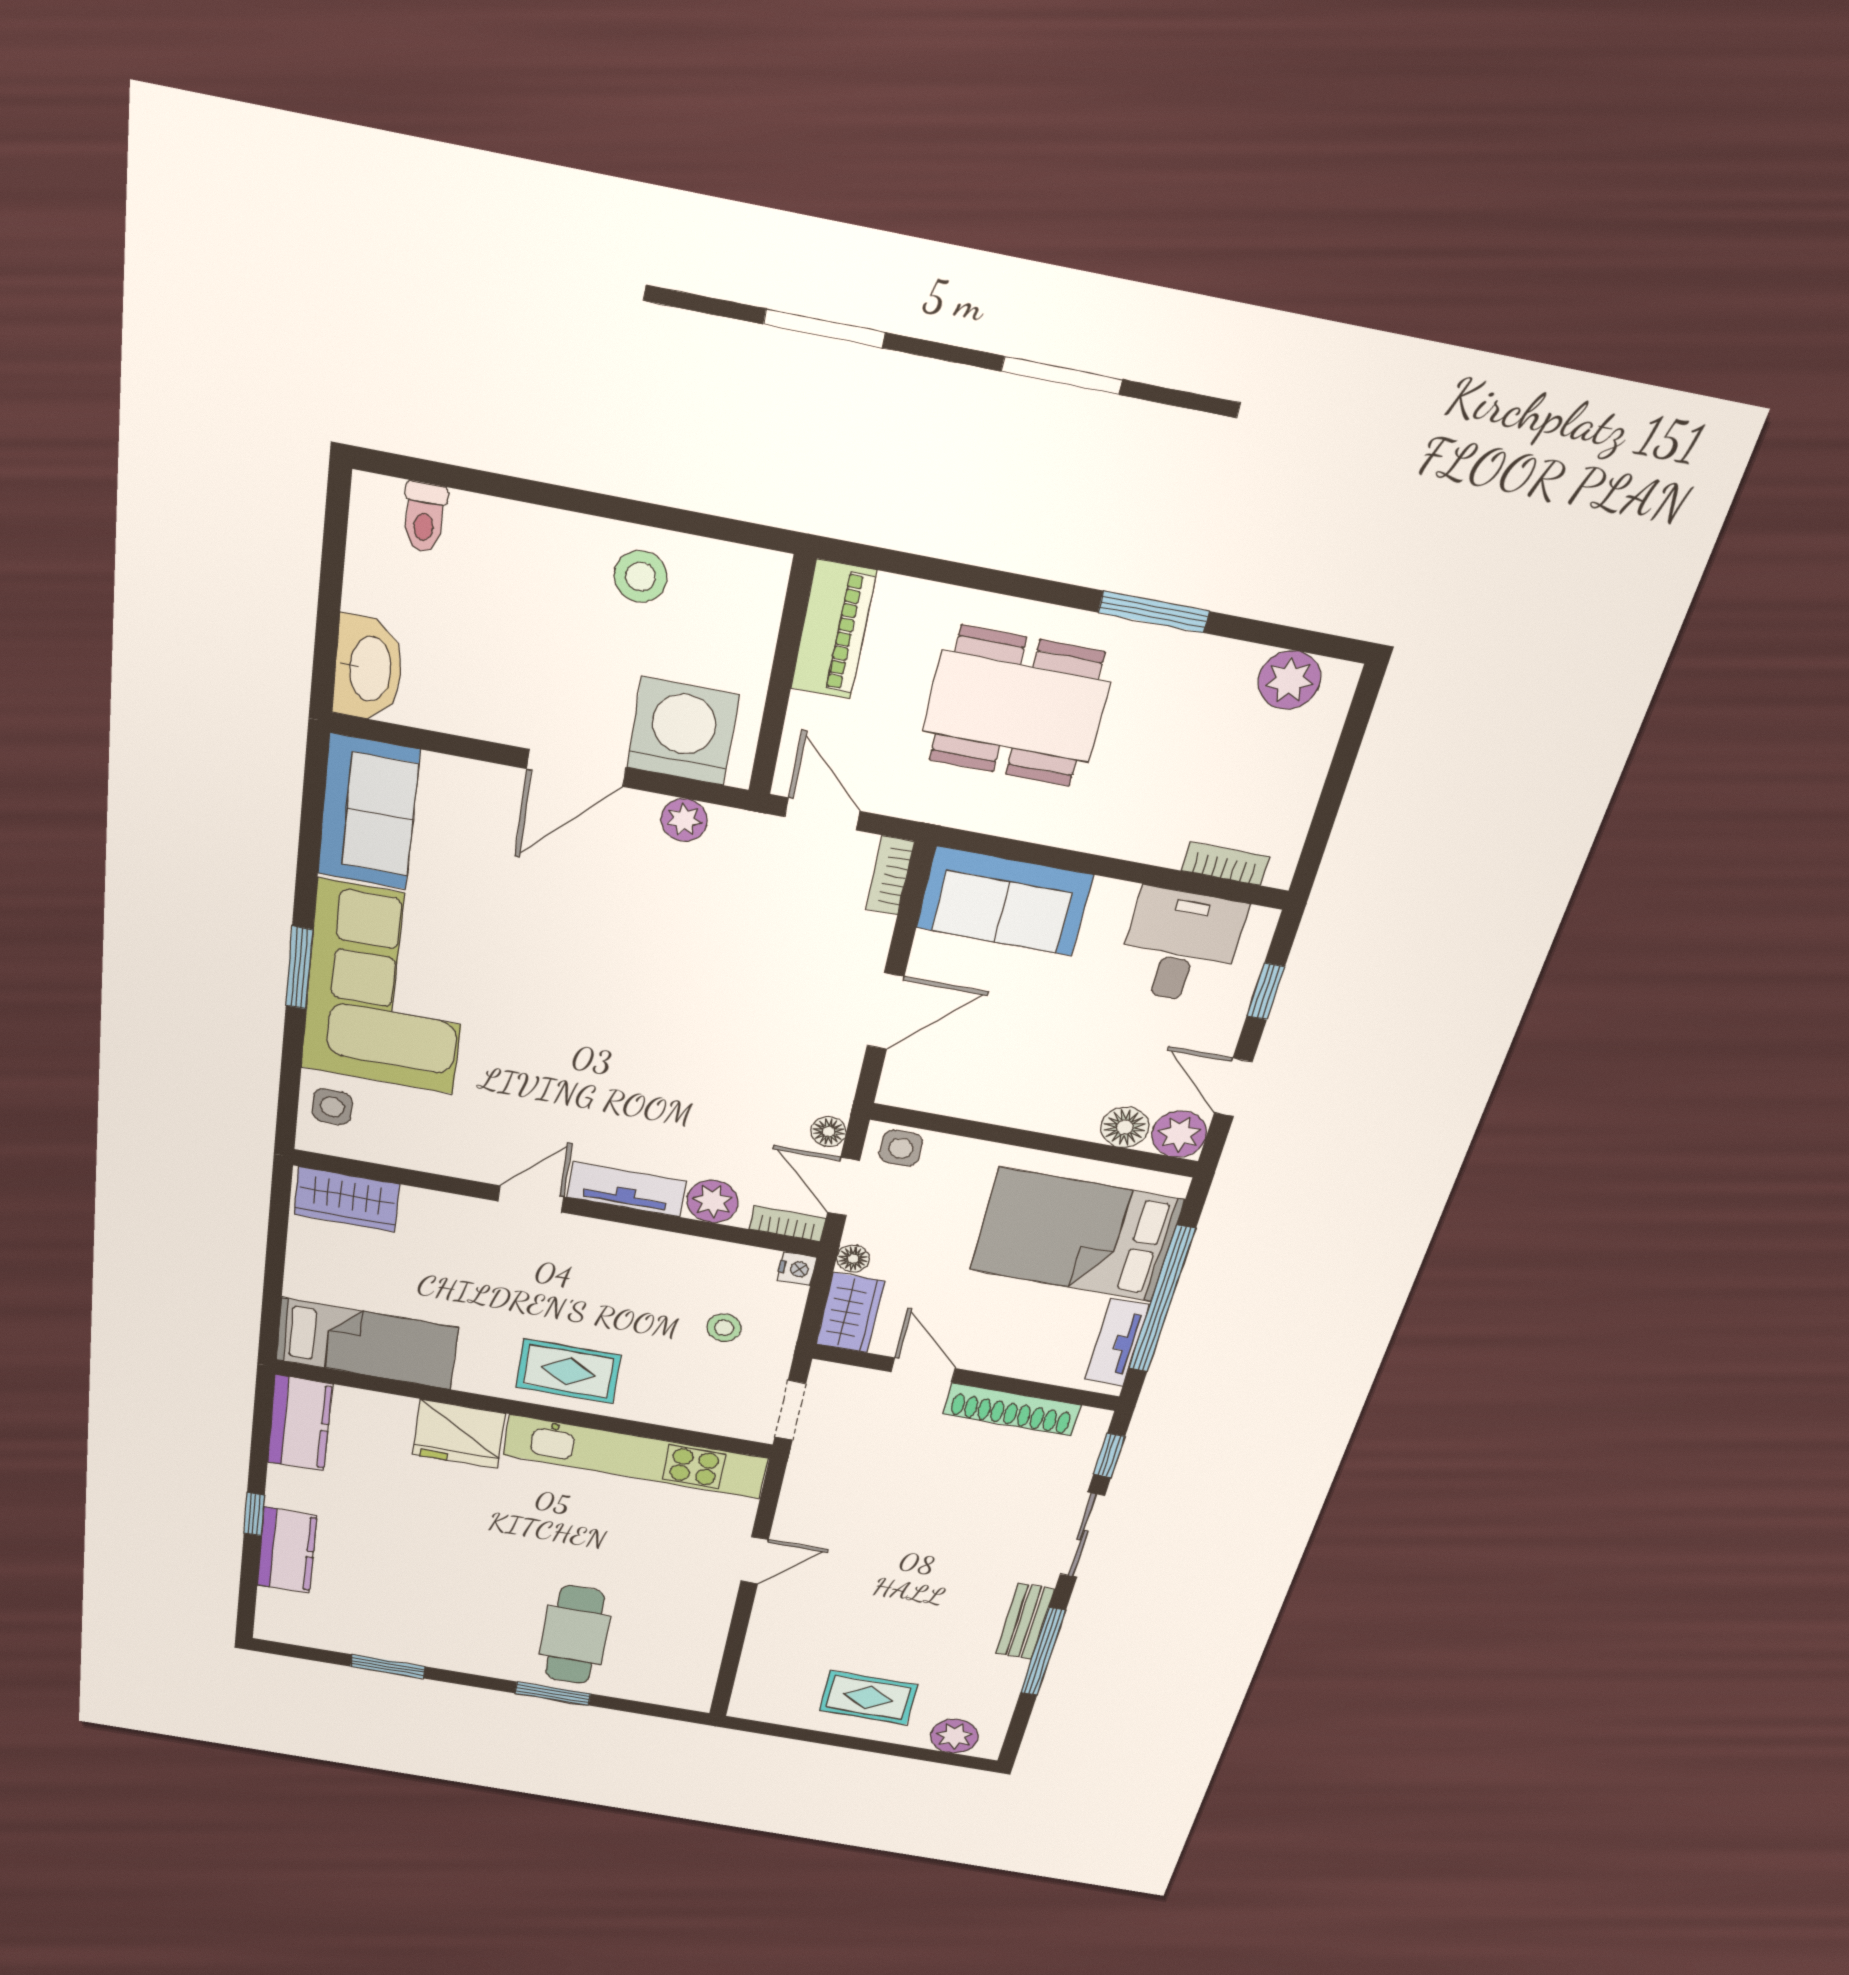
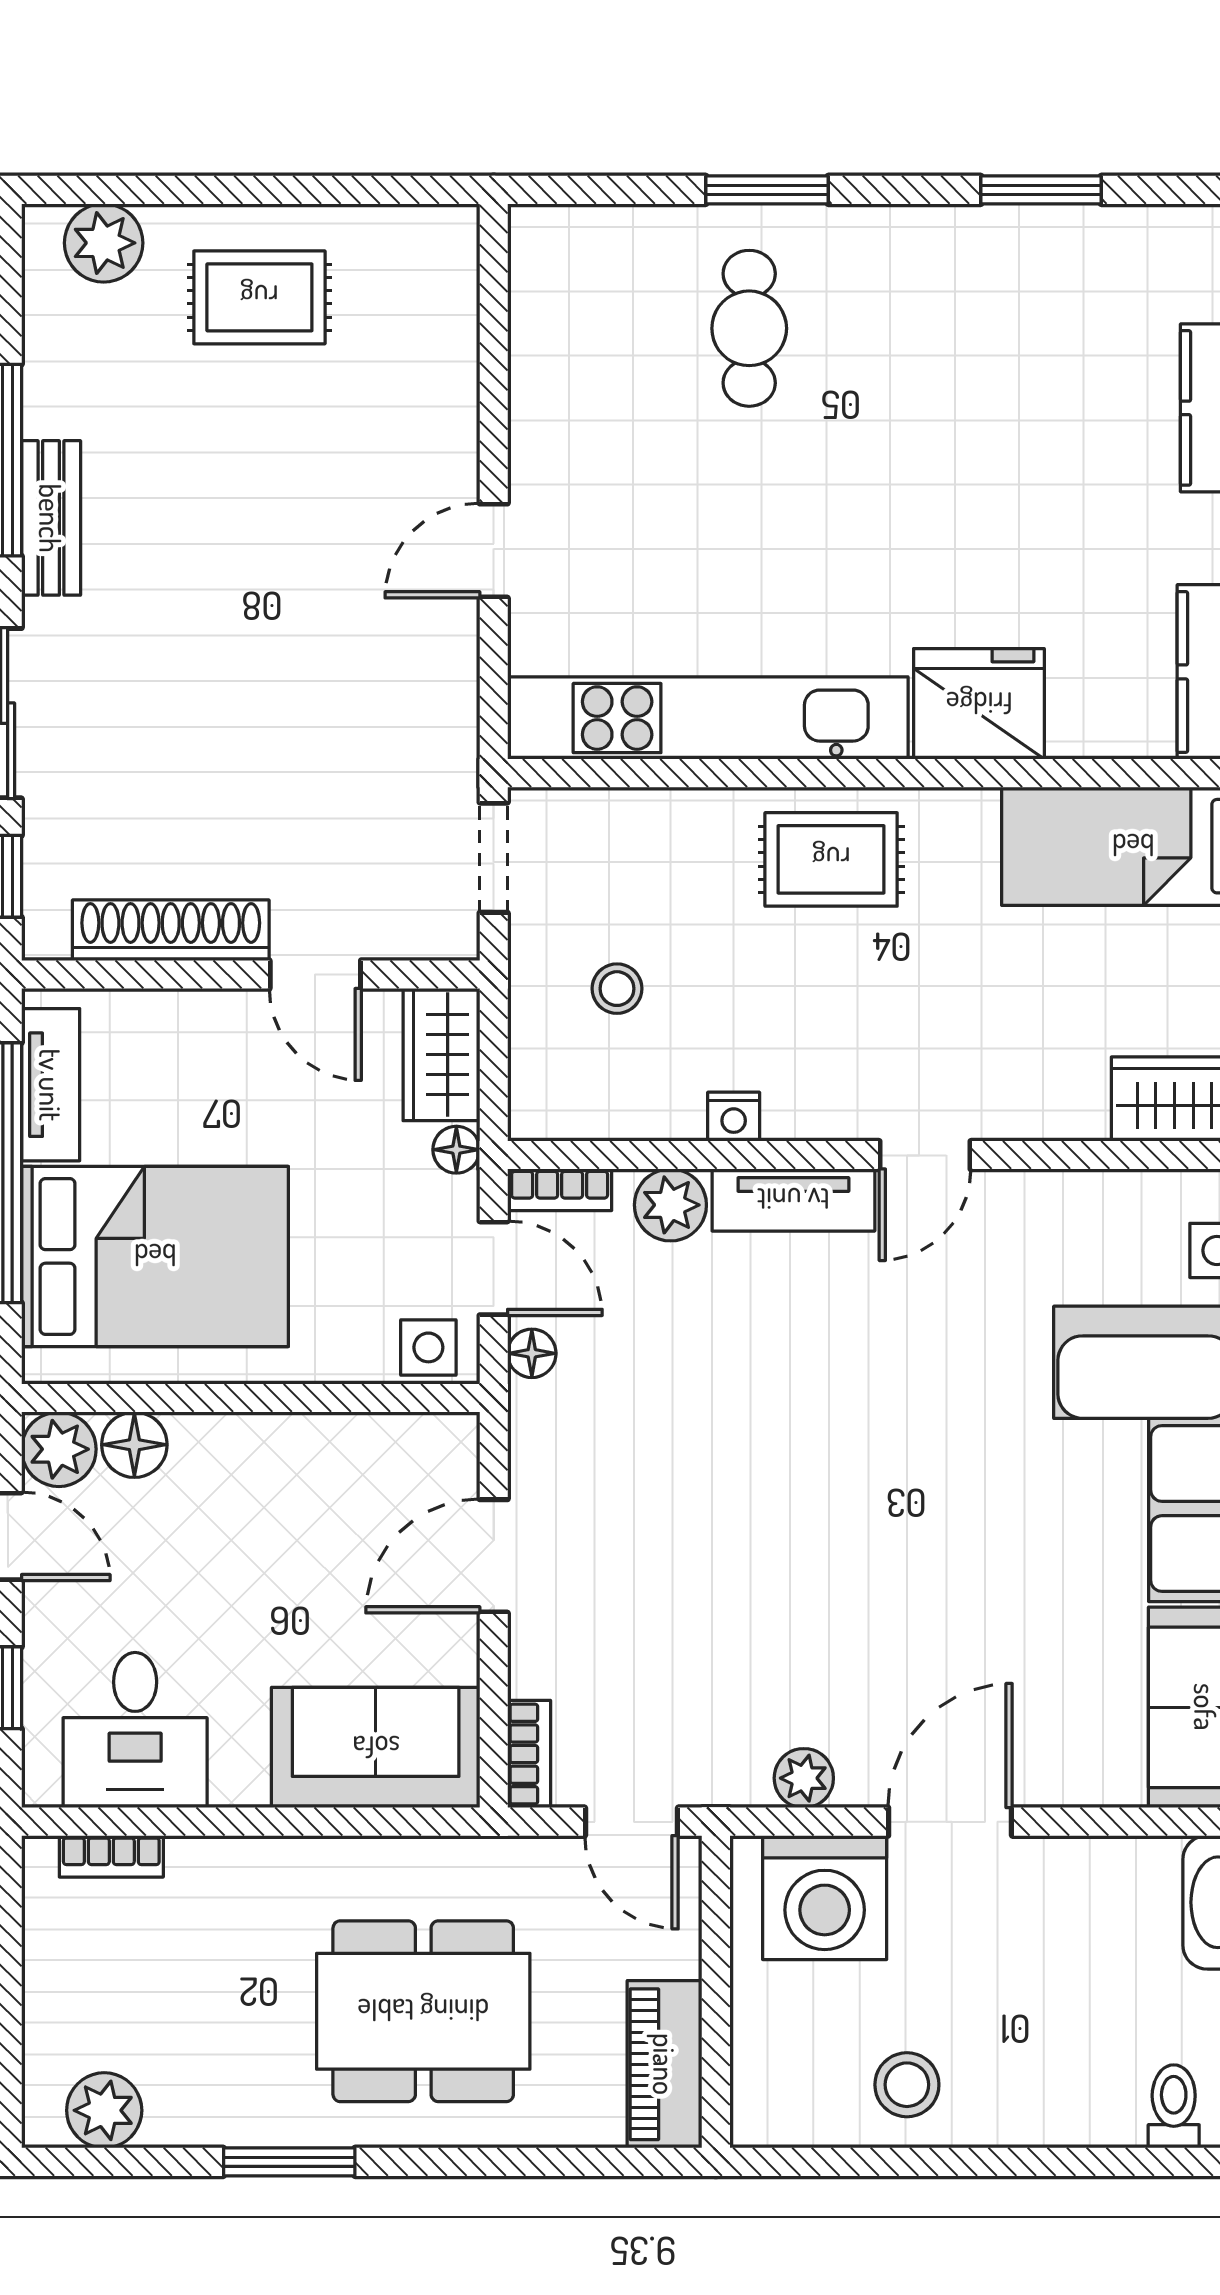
nightstand: (797, 1269) -> (734, 1117), moved, turned -90
cafe table: (575, 1635) -> (749, 328), width x0.73, depth x0.74

